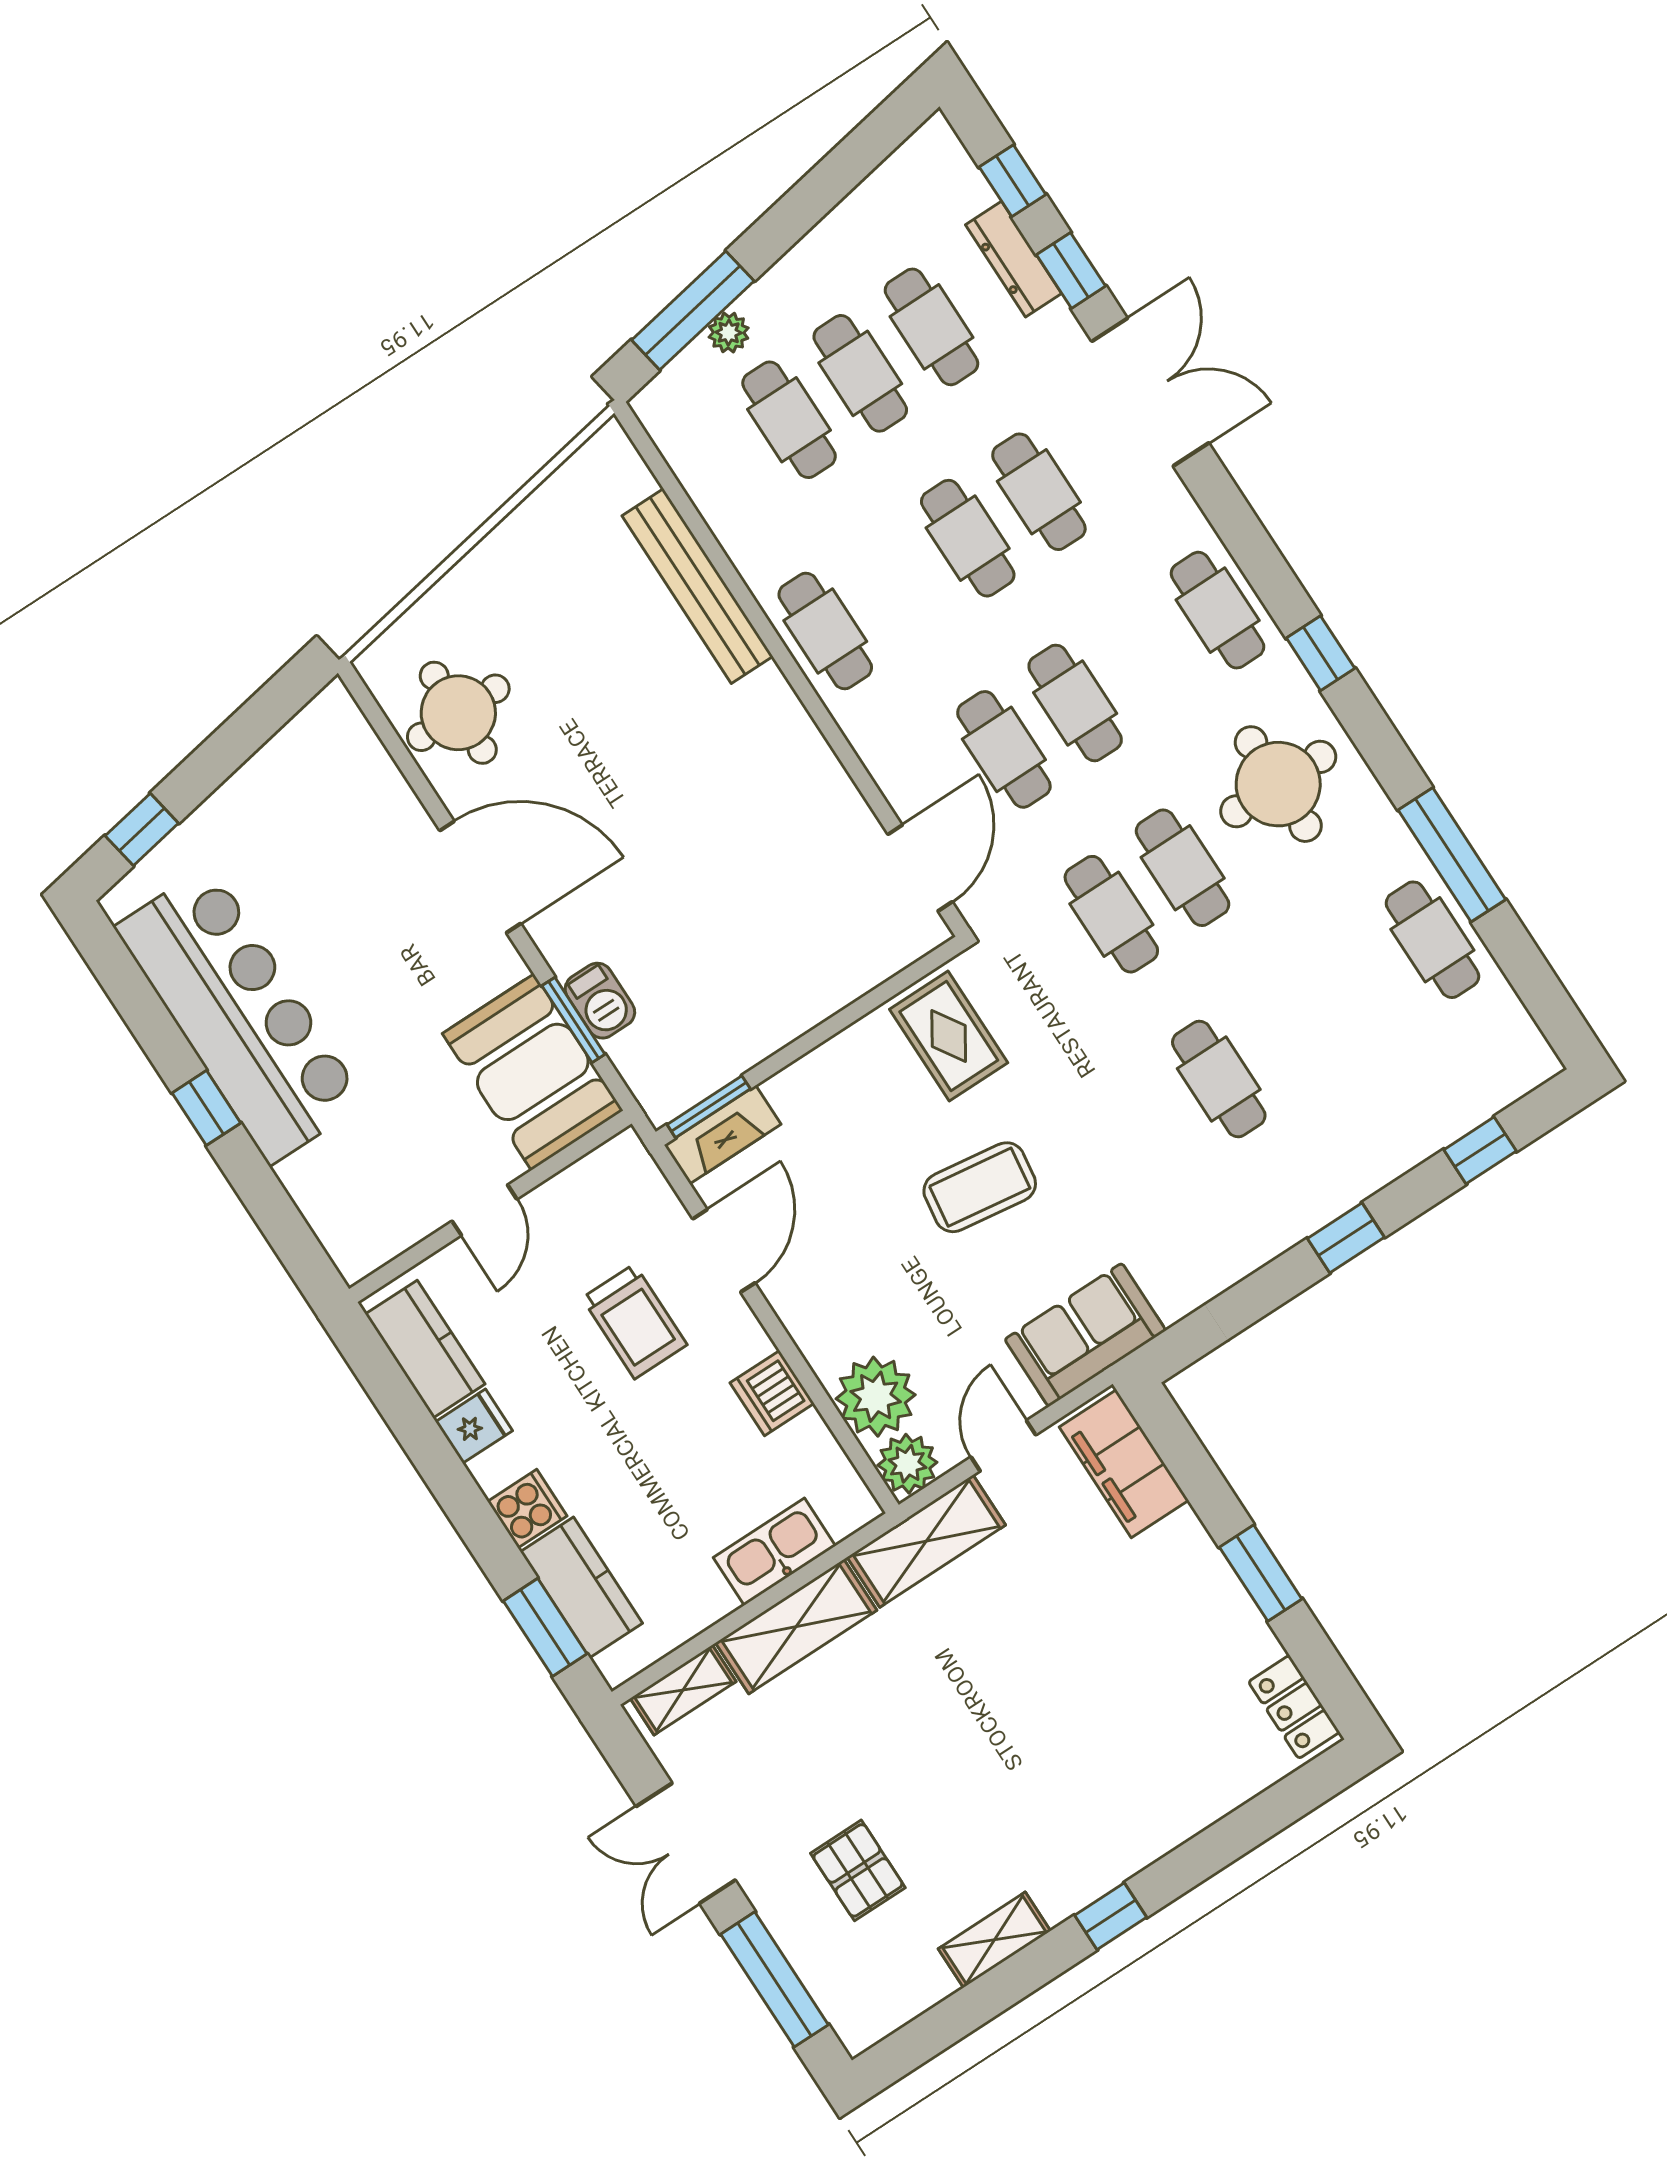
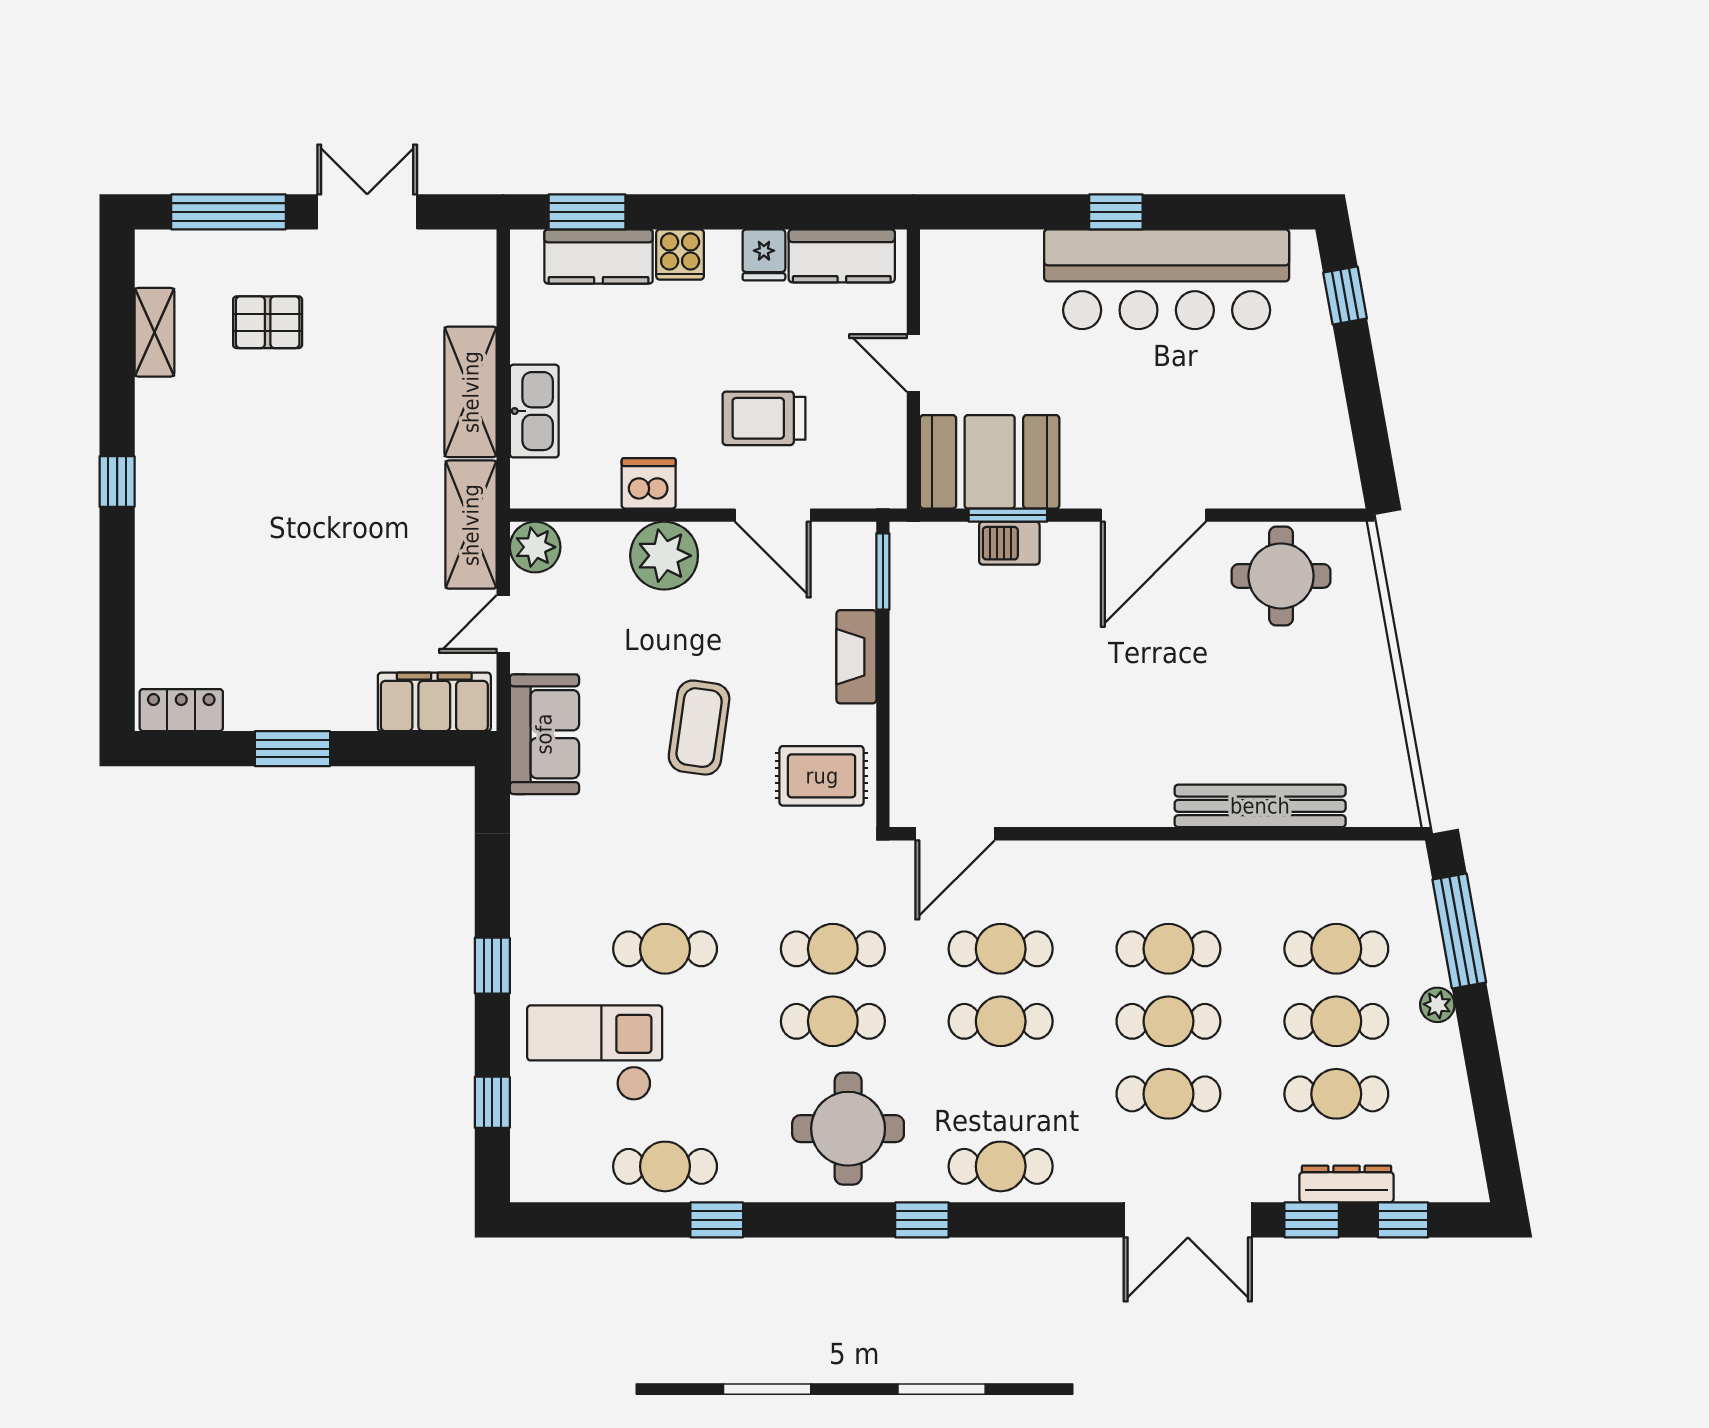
plant: (729, 333) -> (1437, 1005), moved
cafe table: (825, 631) -> (1168, 949), moved
window: (1452, 855) -> (717, 1220), width x0.46
door: (920, 868) -> (955, 834), hinge flipped
checkout: (1366, 1081) -> (595, 1053), added
fireplace: (723, 1135) -> (856, 657), moved
plant: (876, 1397) -> (664, 556), moved
door: (1003, 1446) -> (503, 624), swing flipped
shelving: (683, 1690) -> (478, 281), removed
shelving: (994, 1940) -> (154, 332), moved

